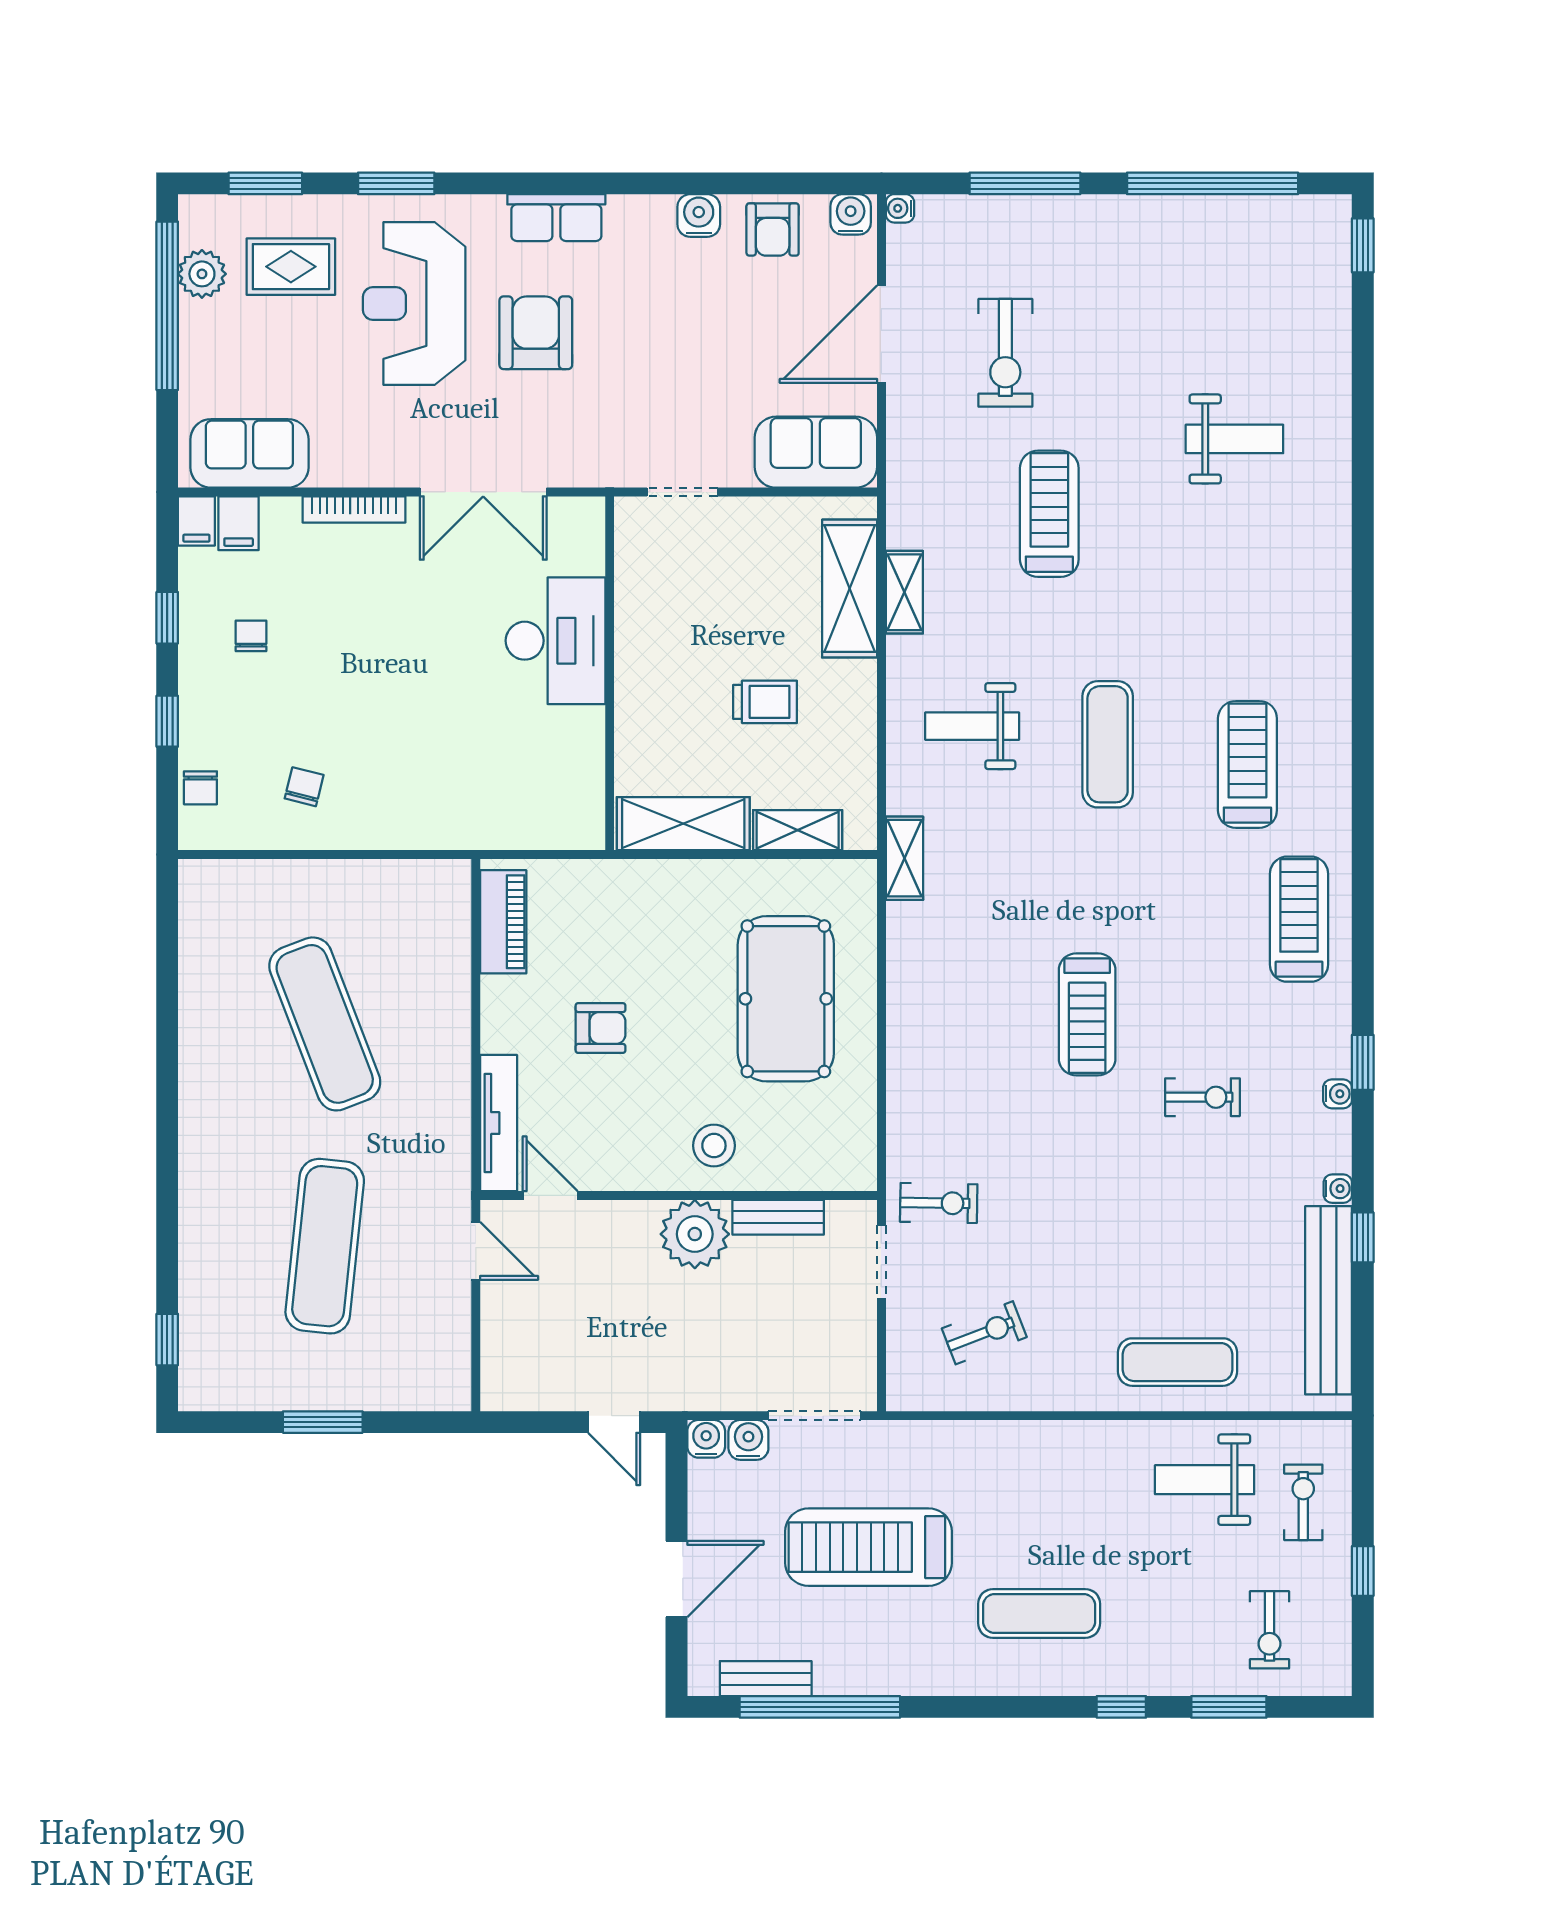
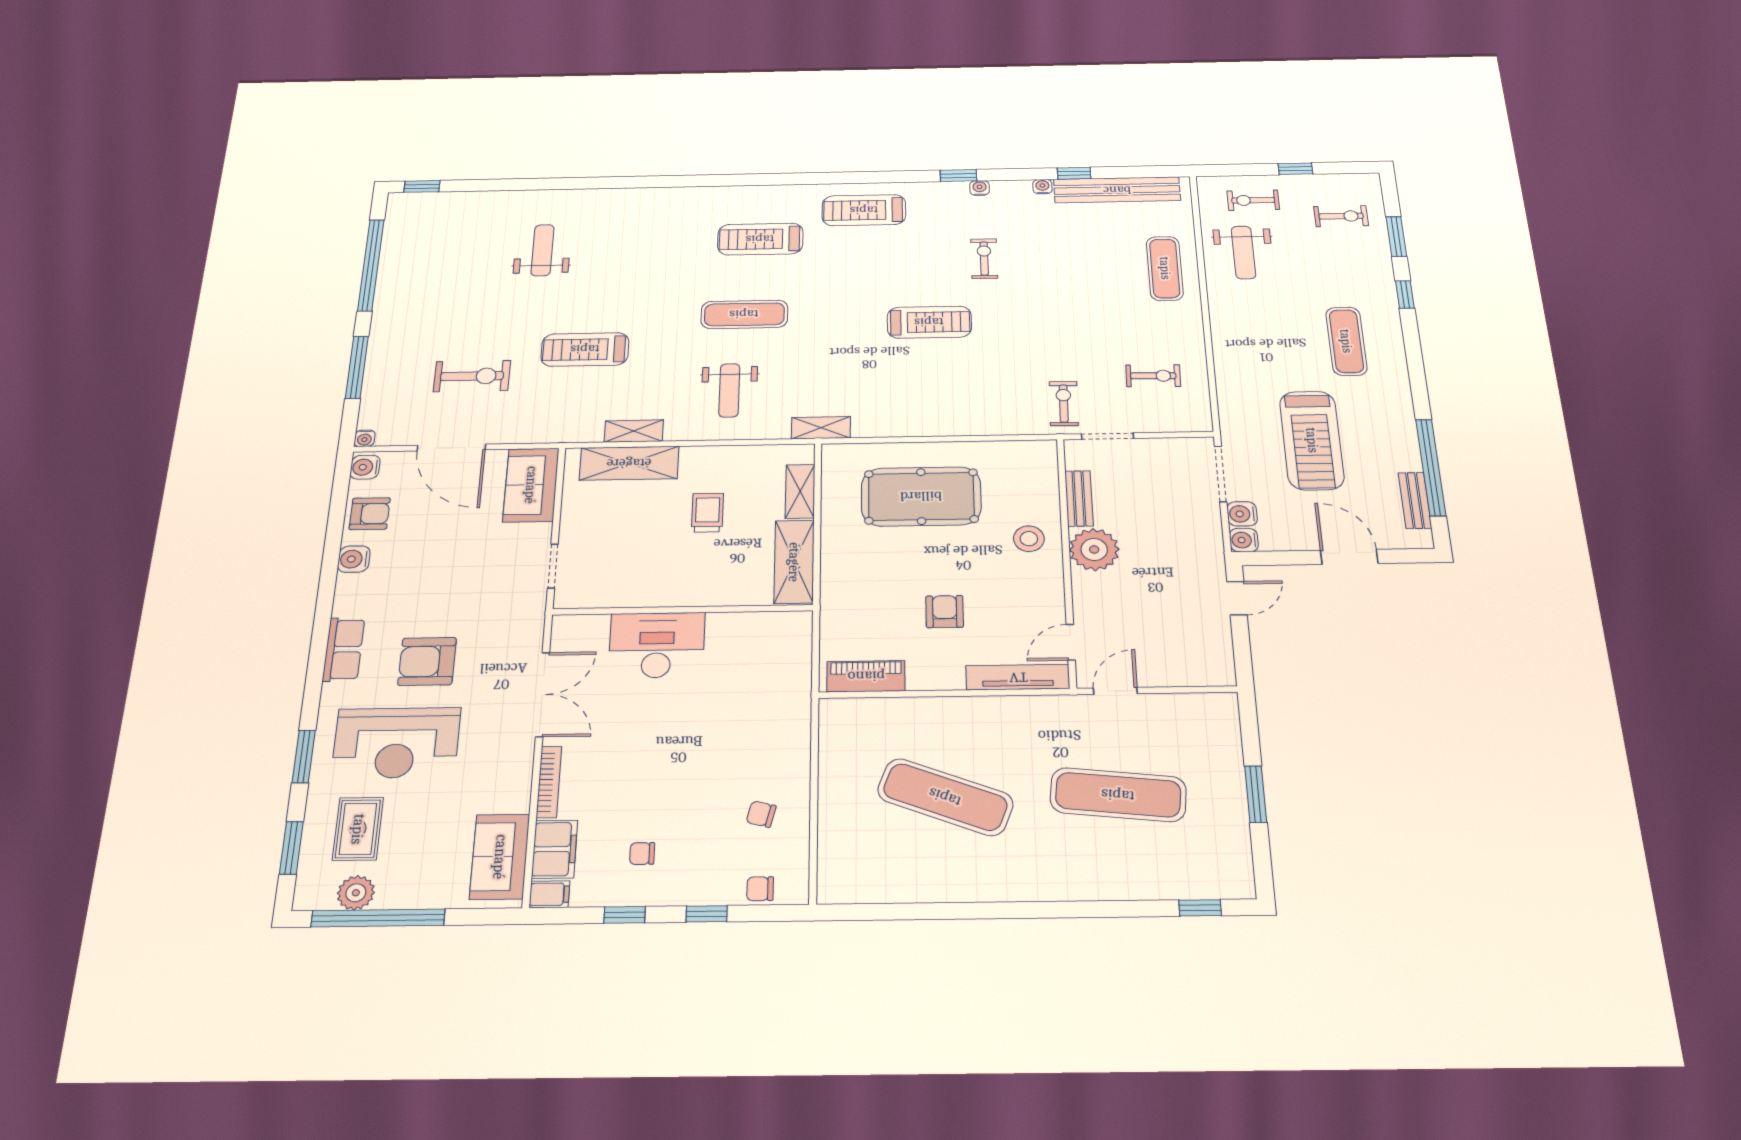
filing cabinet: (239, 523) -> (555, 849), width x2.00
chair: (200, 788) -> (760, 889), turned 180
exercise mat: (325, 1024) -> (945, 797), turned 42
exercise bike: (984, 1333) -> (1153, 376), turned 112

